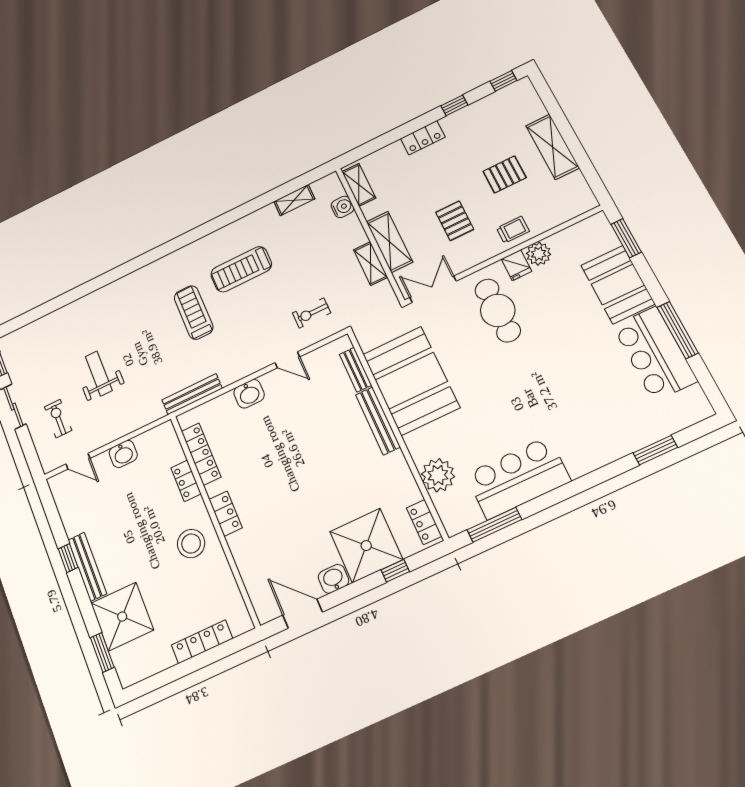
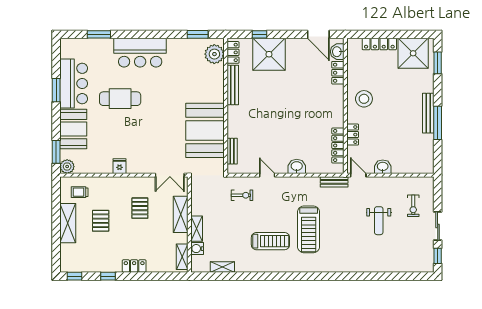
pallet: (505, 174) -> (101, 221), turned 90
trolley: (513, 230) -> (80, 192), moved
plant: (539, 254) -> (67, 167), moved
shelving: (371, 264) -> (197, 229), moved
cafe table: (498, 310) -> (120, 99), moved, turned 90
treadmill: (194, 312) -> (309, 229), width x1.37, depth x1.38
window: (678, 330) -> (56, 90), width x0.69
bench: (192, 394) -> (334, 182), width x0.73
bench: (378, 421) -> (233, 85), moved
door: (78, 461) -> (358, 175), moved
plant: (438, 475) -> (214, 54), moved
bar counter: (518, 478) -> (140, 53), moved
locker: (226, 514) -> (338, 73), moved
window: (494, 525) -> (198, 34), width x0.69
window: (68, 558) -> (438, 123), width x2.17
washbasin: (333, 579) -> (337, 52), moved, turned 90
shower: (122, 617) -> (413, 53), moved

